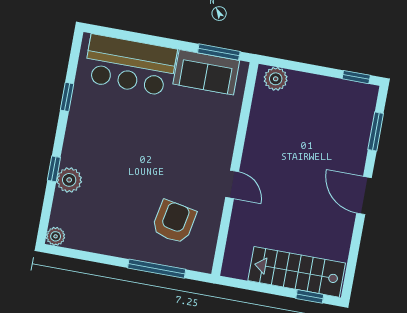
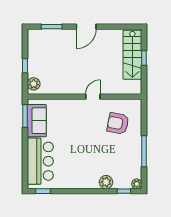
window: (356, 77) -> (25, 66), moved
window: (67, 97) -> (43, 191), moved
window: (54, 169) -> (124, 191), moved
window: (157, 269) -> (144, 151), moved
window: (310, 296) -> (144, 58), moved

